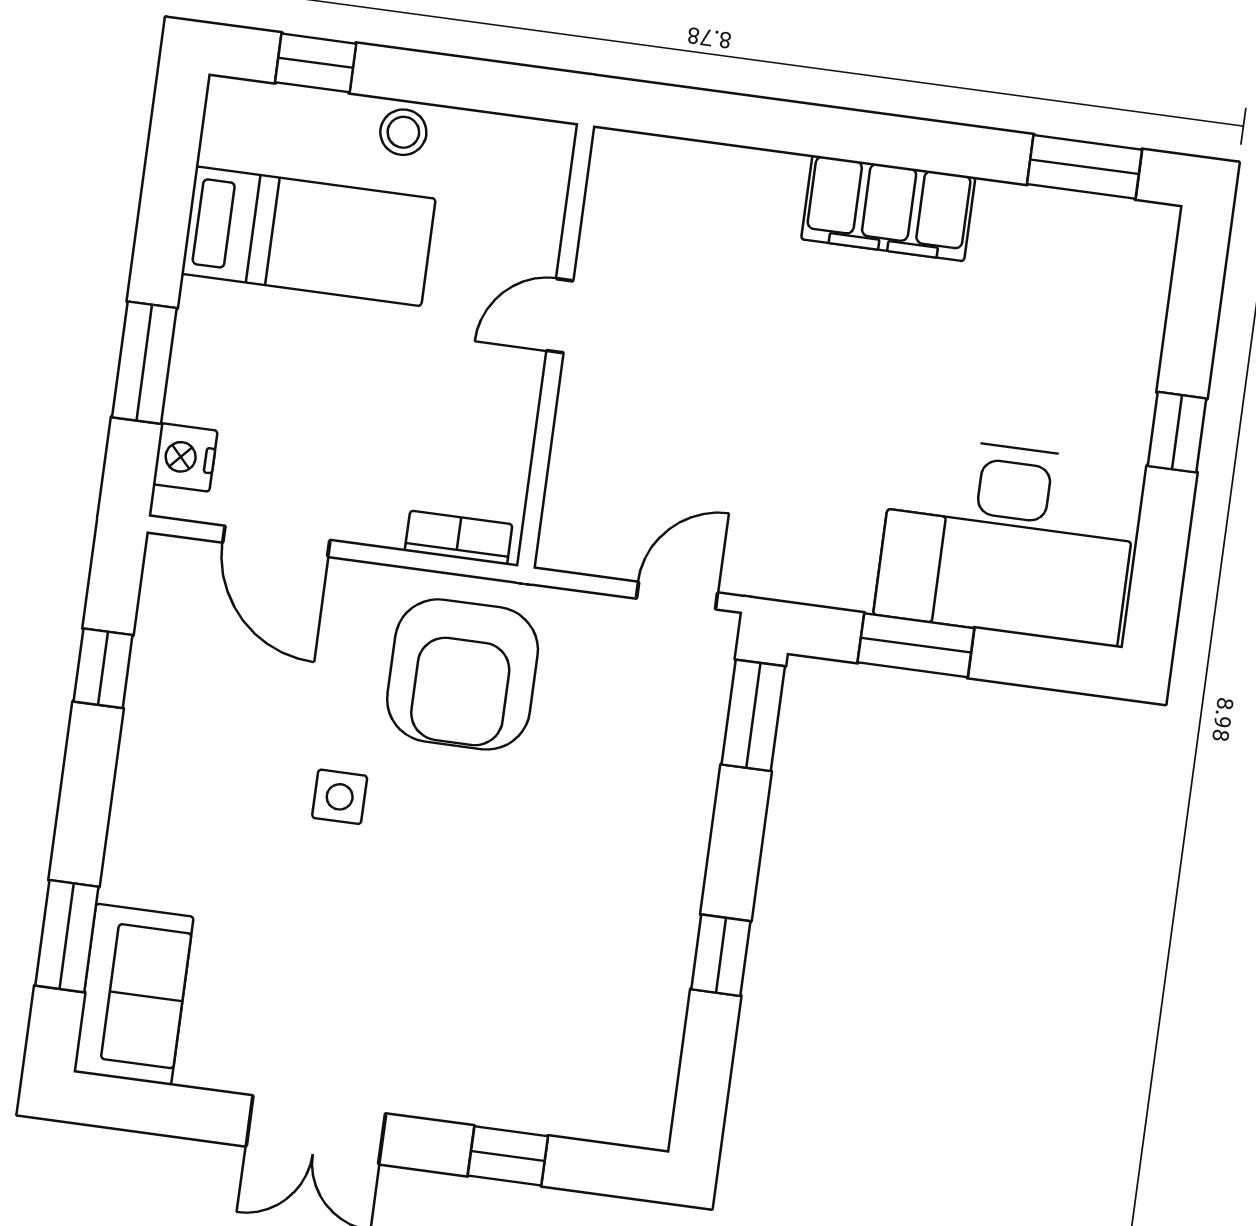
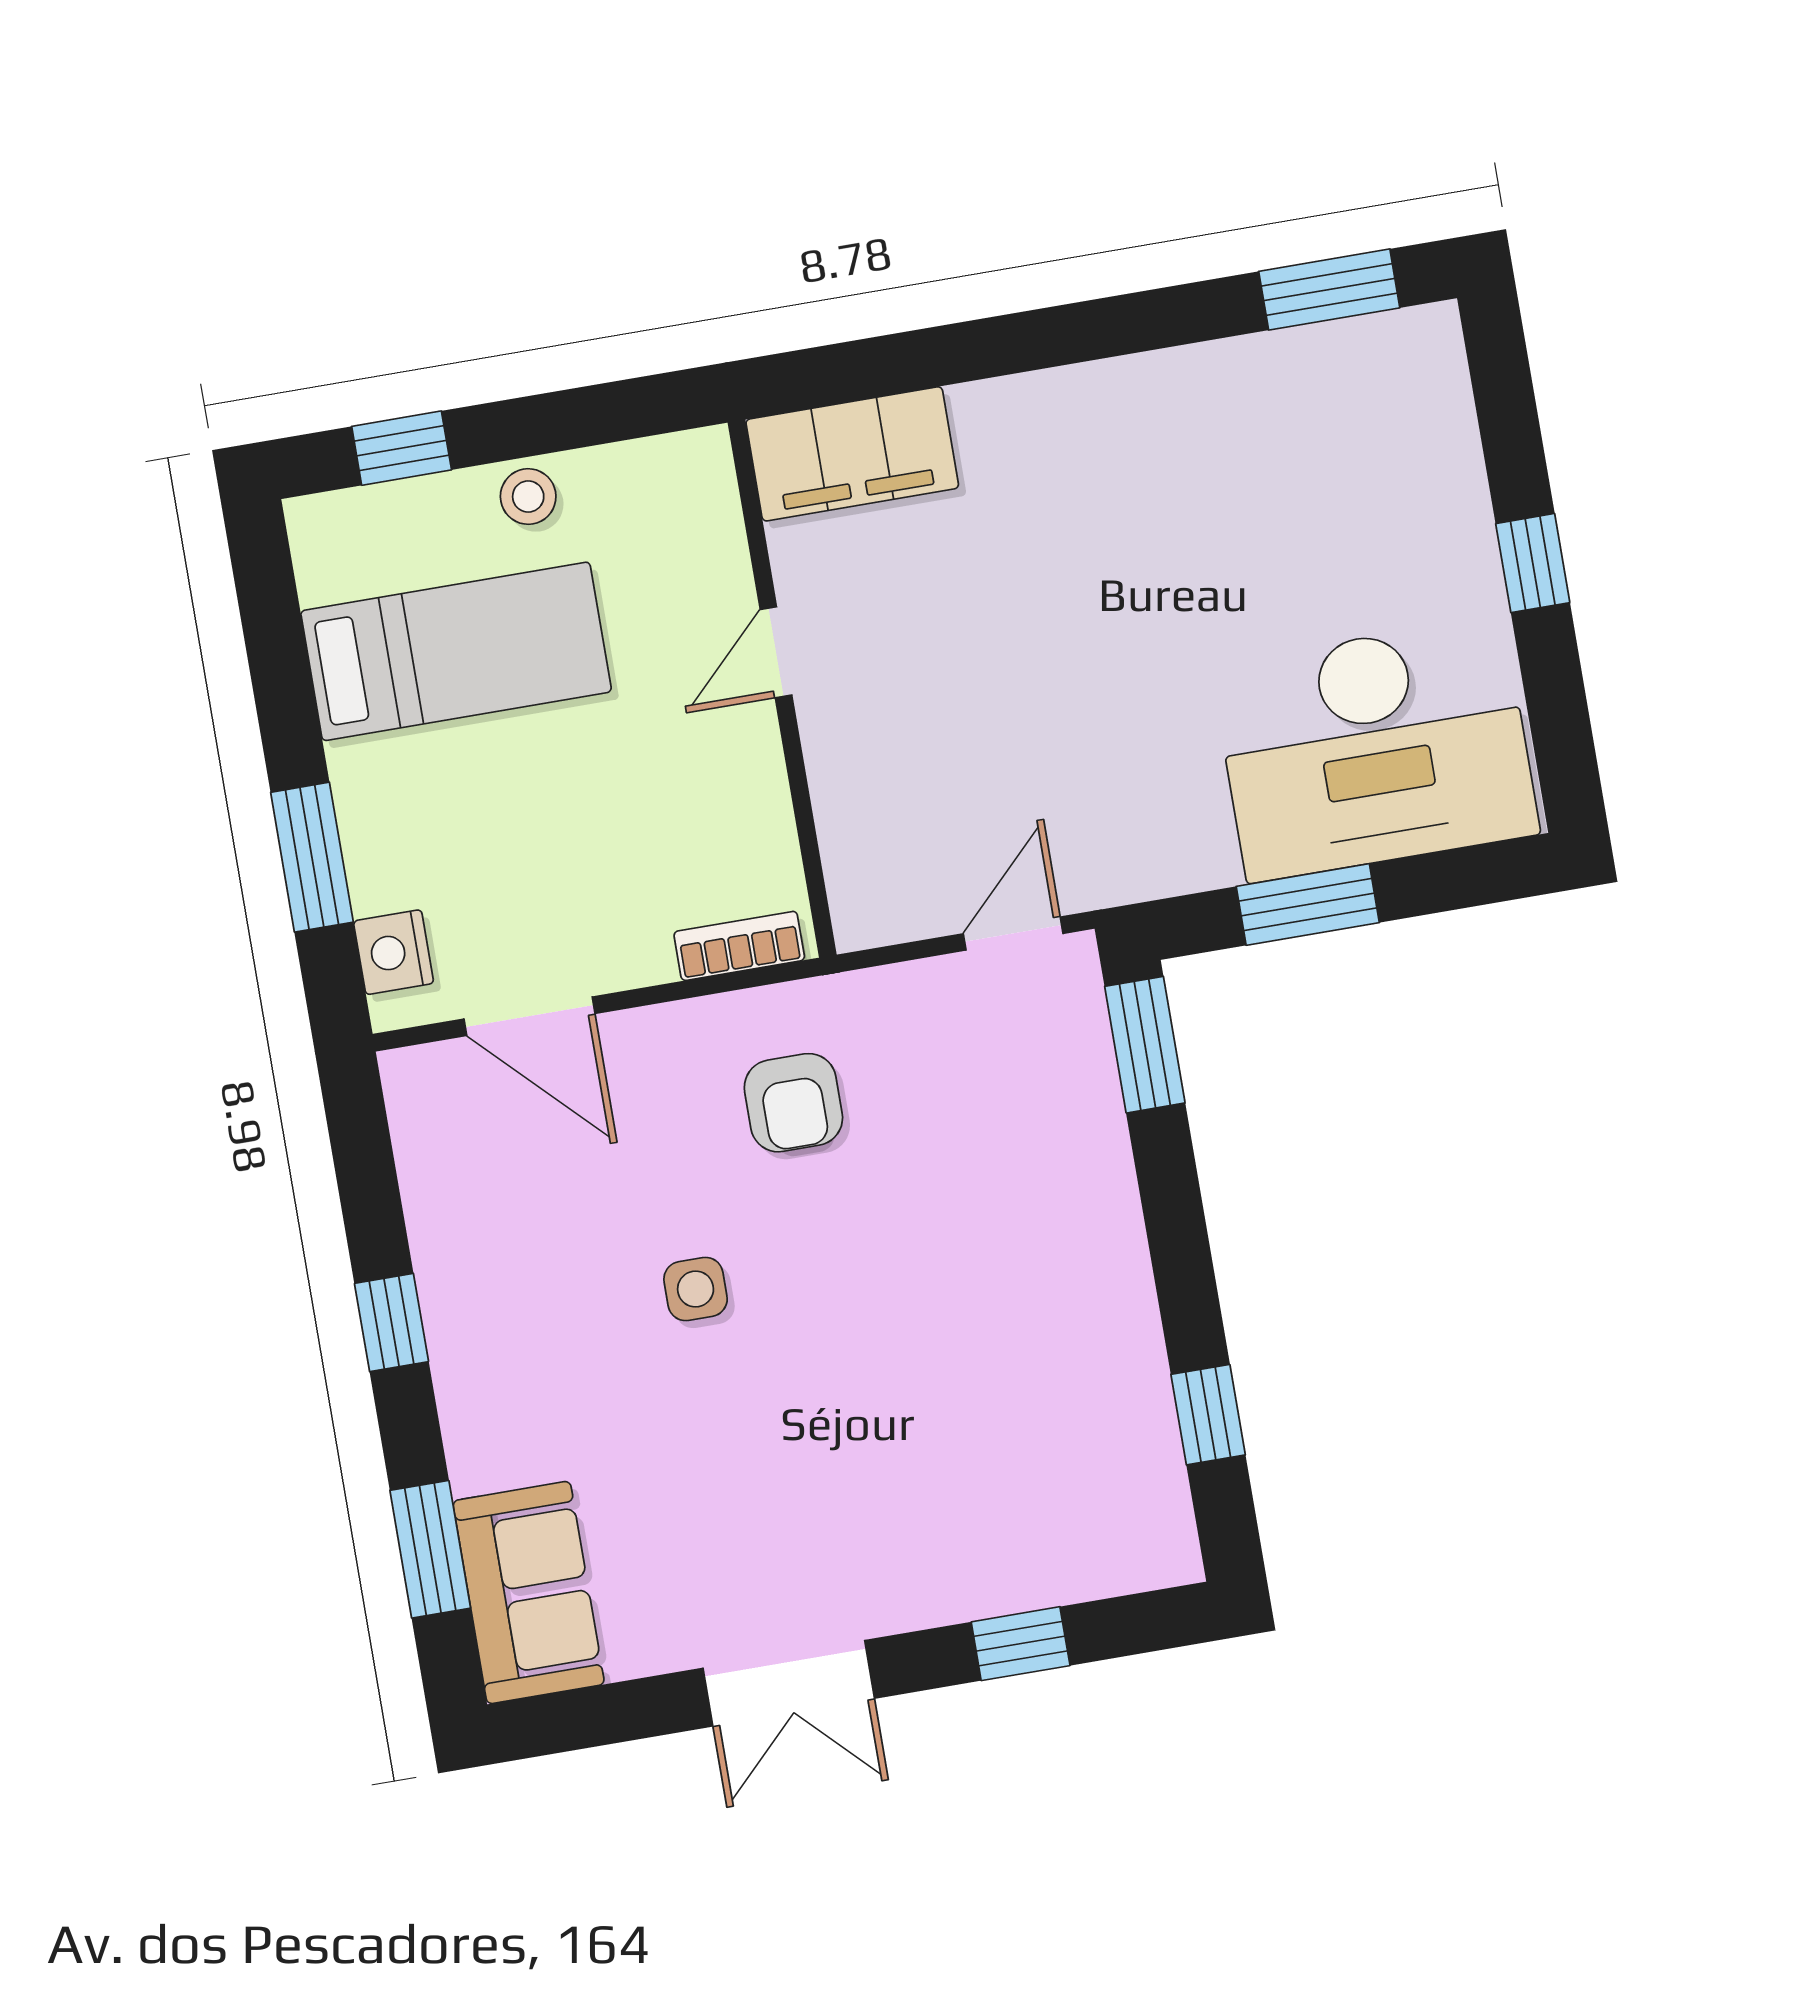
filing cabinet: (888, 208) -> (852, 454), moved
window: (103, 668) -> (391, 1323), moved
armchair: (463, 674) -> (793, 1103), width x0.53, depth x0.53
window: (721, 955) -> (1208, 1415), moved

